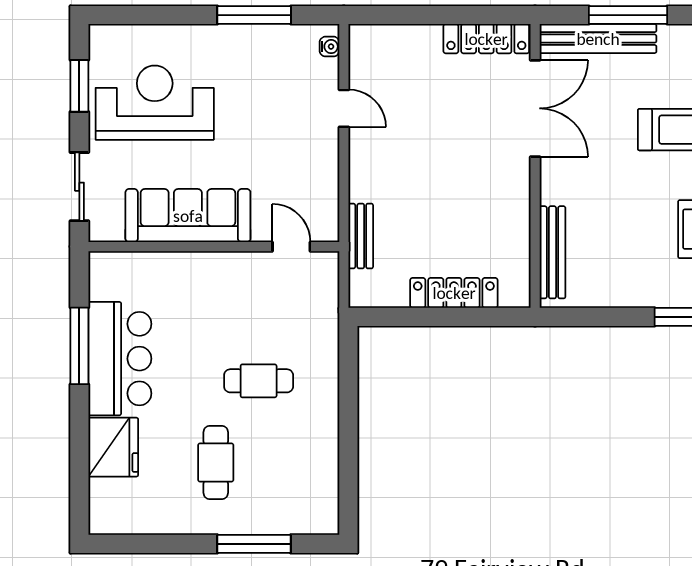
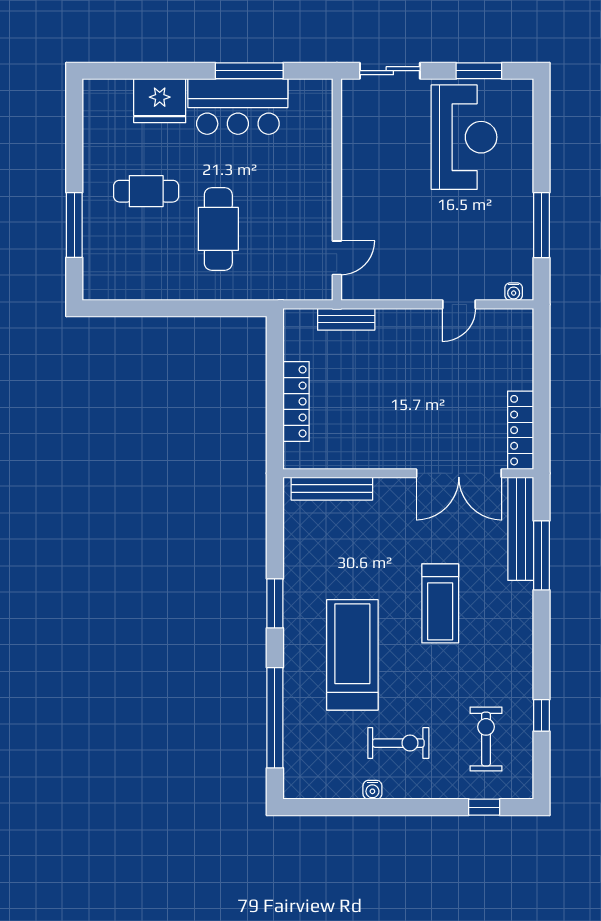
sofa: (188, 216) -> (364, 167), removed
cafe table: (259, 381) -> (218, 229), width x1.37, depth x1.35

